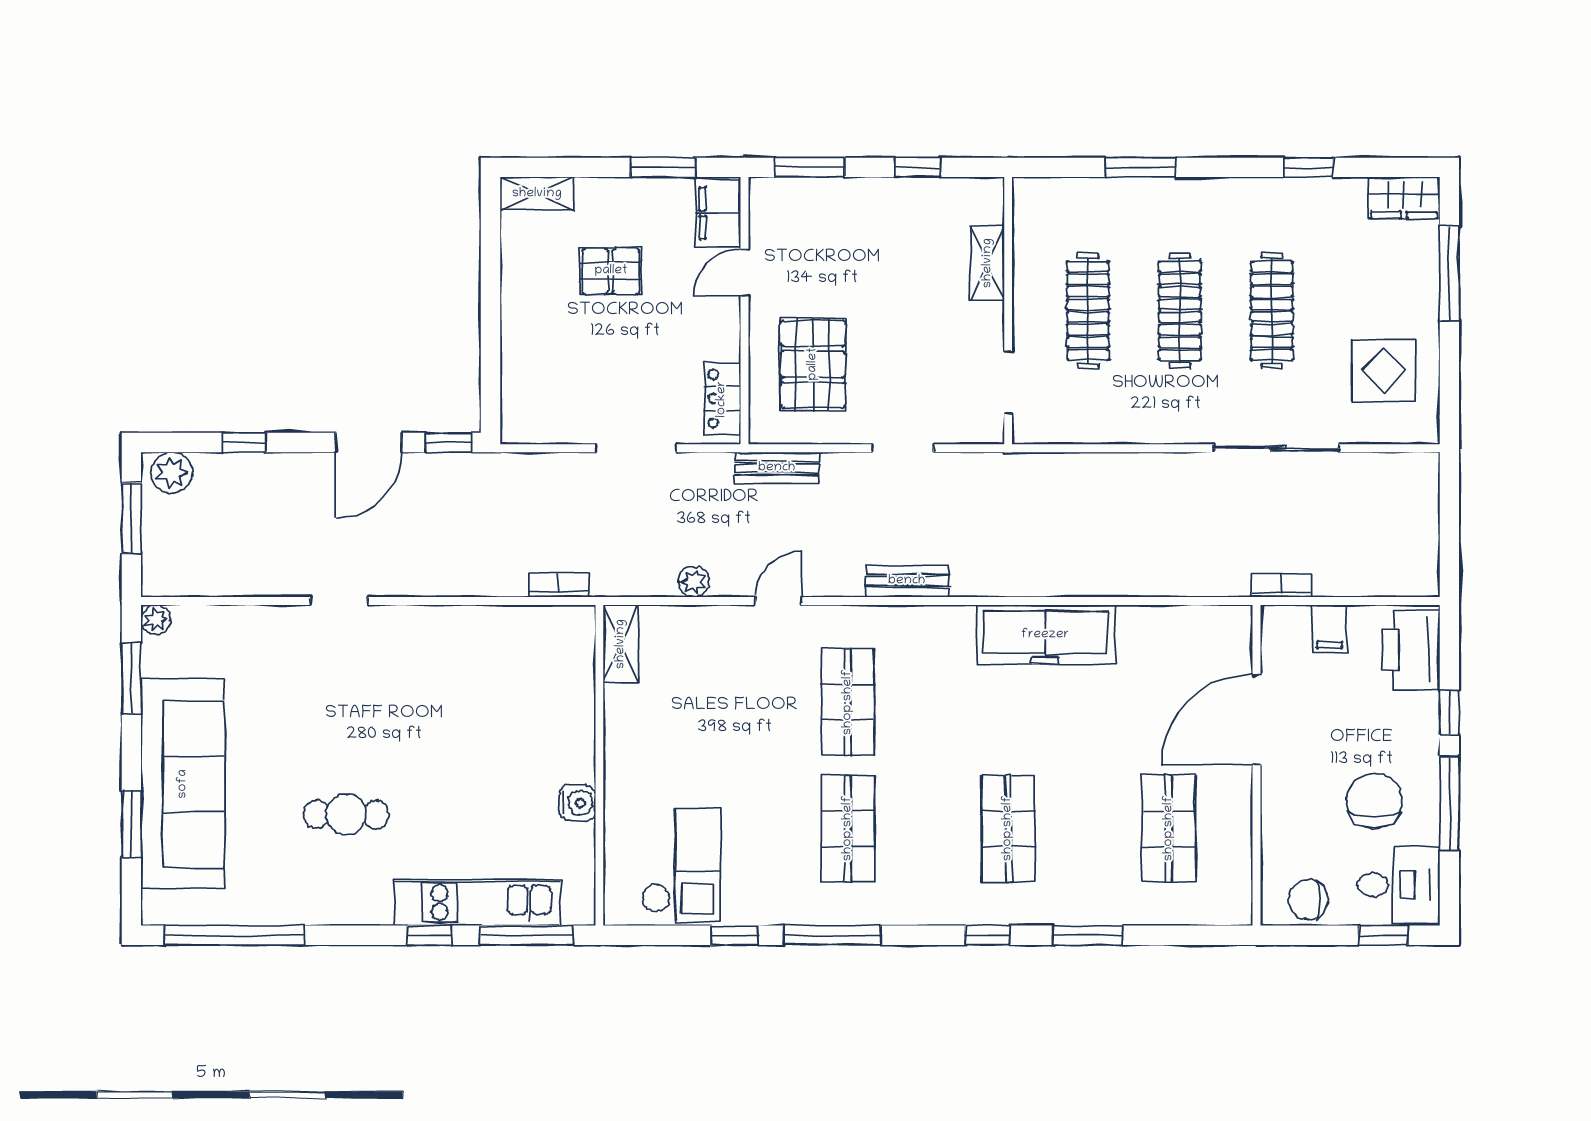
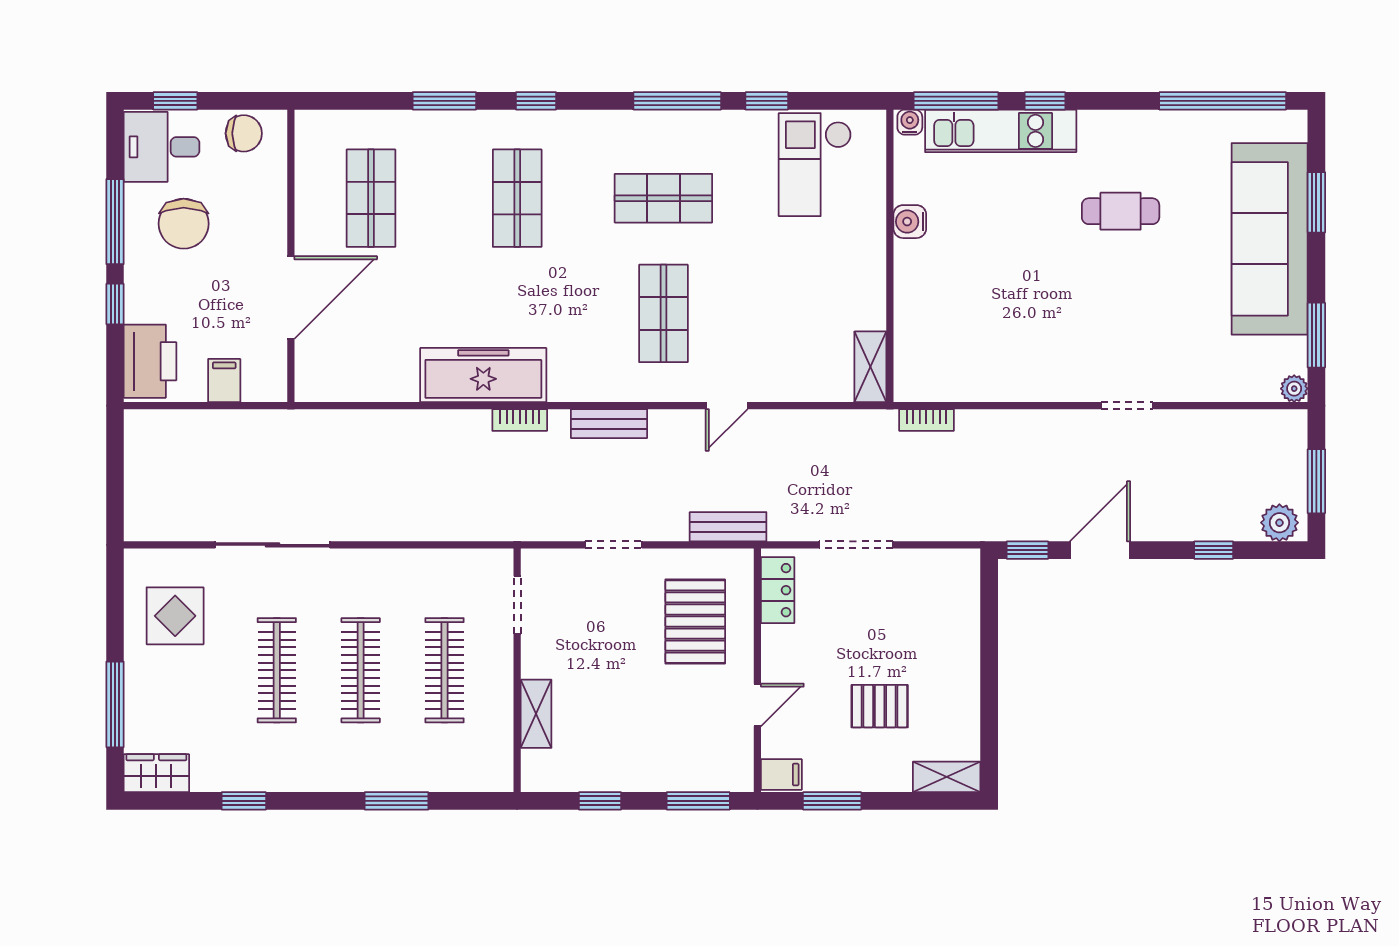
filing cabinet: (718, 213) -> (781, 775), width x0.50
plant: (694, 582) -> (804, 423), removed
bookcase: (1281, 585) -> (520, 420), moved
shop shelf: (848, 828) -> (663, 198), turned 90
water cooler: (577, 912) -> (910, 122), added

